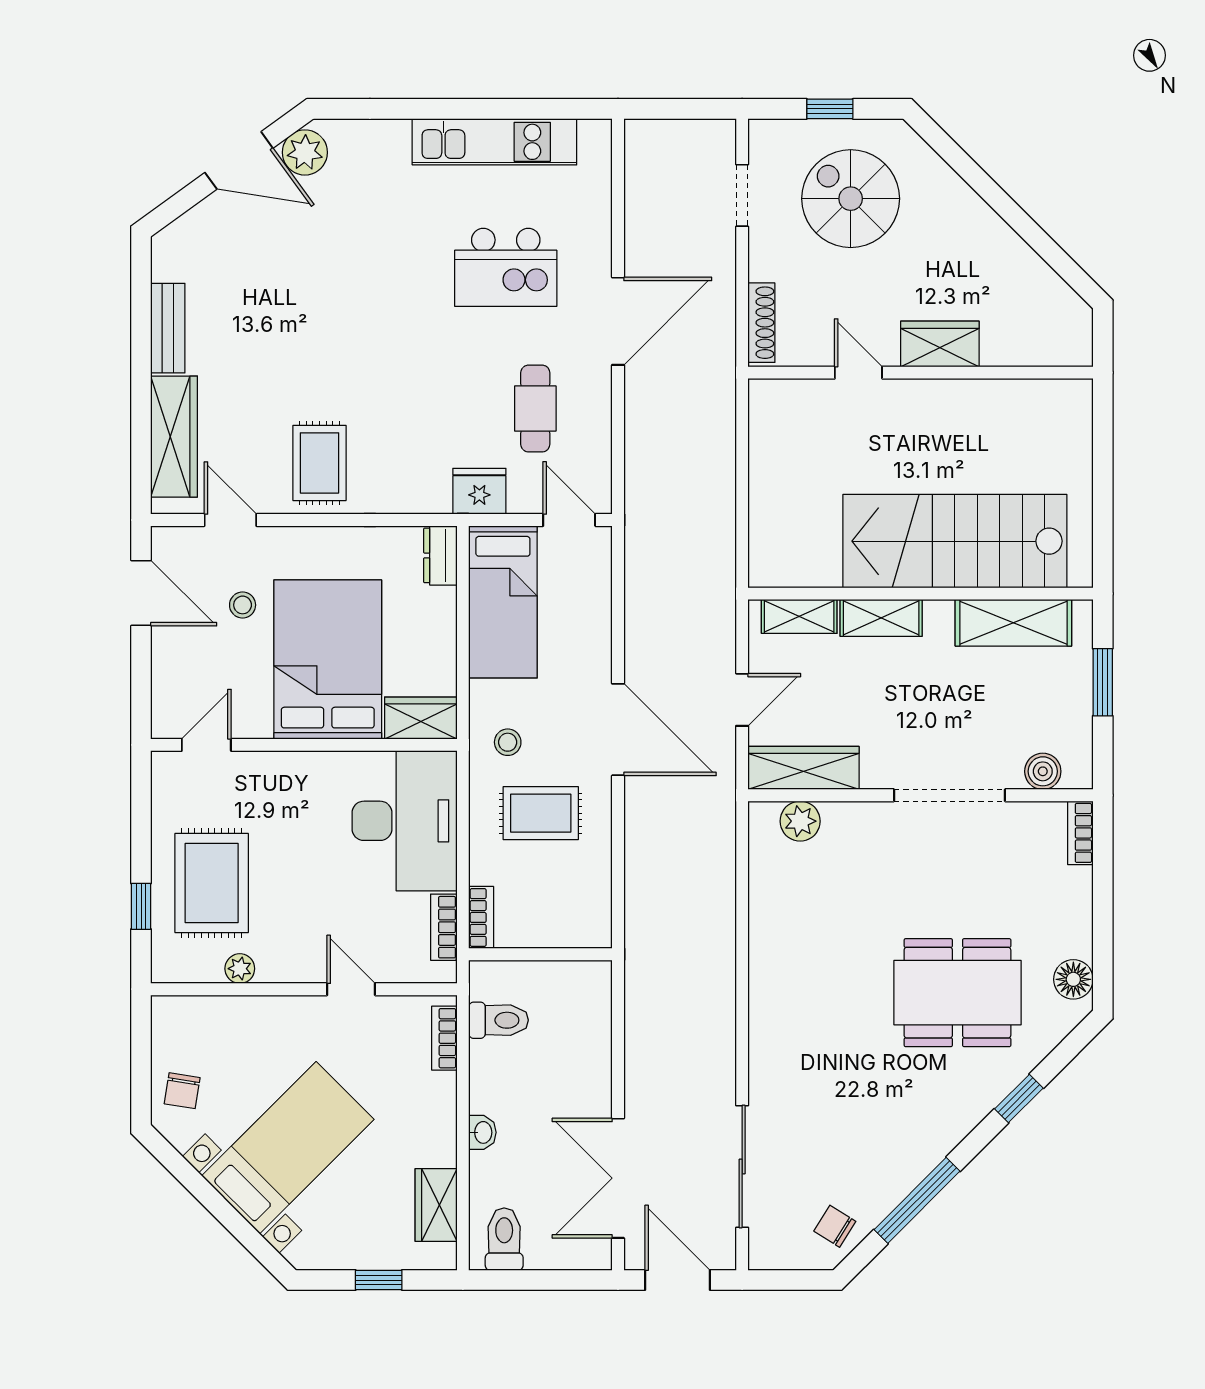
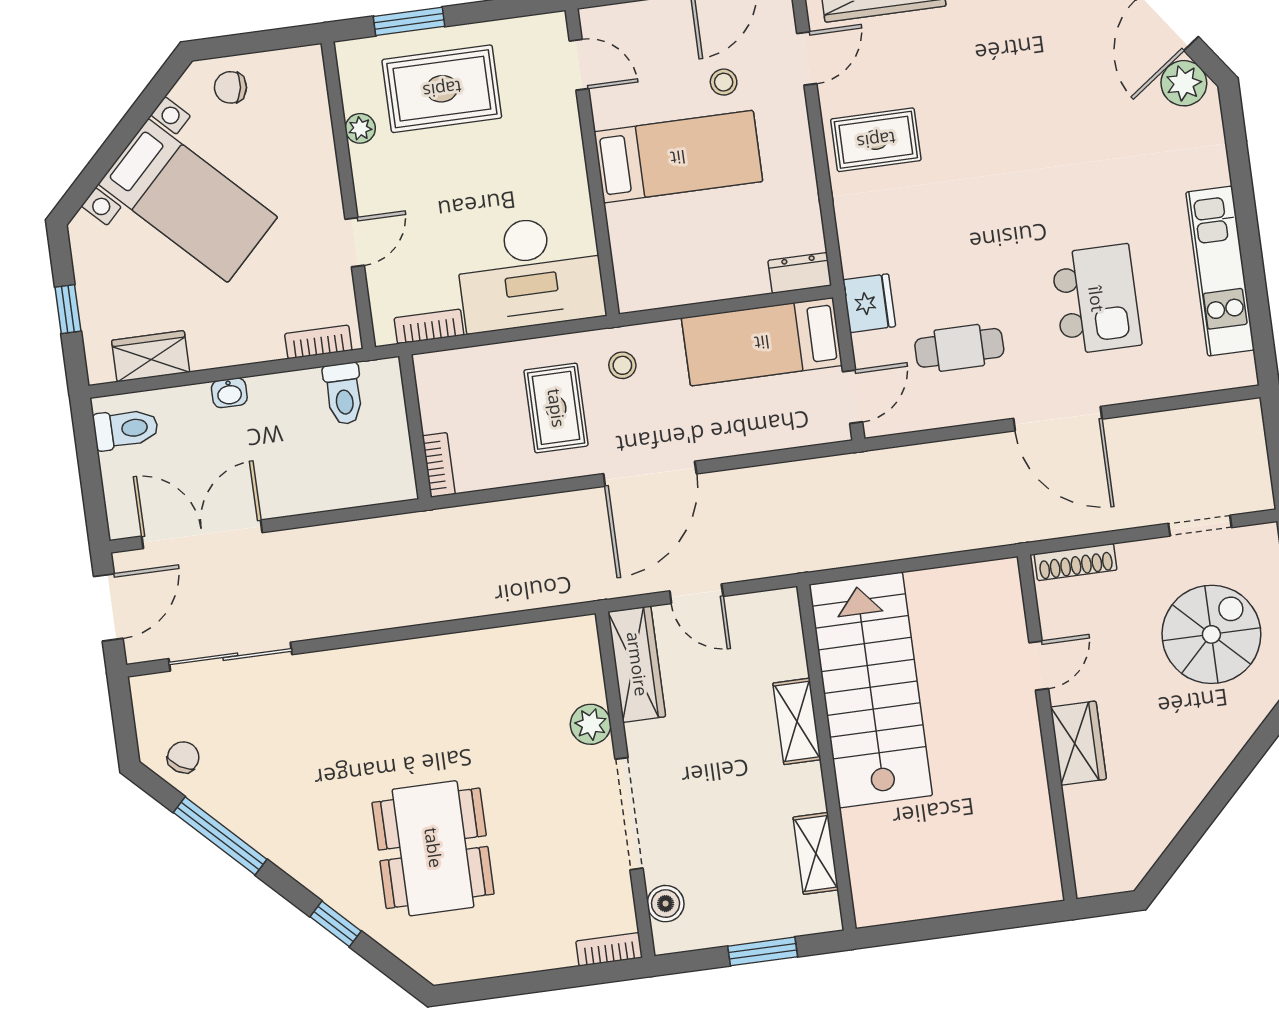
kitchen island: (506, 267) -> (1096, 299), turned 180
stairs: (955, 541) -> (871, 690), moved
shelving: (799, 616) -> (787, 639), removed
shelving: (1013, 623) -> (816, 853), width x0.67, depth x0.75
bed: (328, 659) -> (678, 157), width x0.67
wardrobe: (421, 718) -> (635, 275), removed
plant: (800, 821) -> (591, 724), moved
window: (141, 906) -> (409, 21), width x1.50
bookcase: (481, 917) -> (439, 465), moved, turned -90
floor lamp: (1073, 979) -> (462, 962), removed

